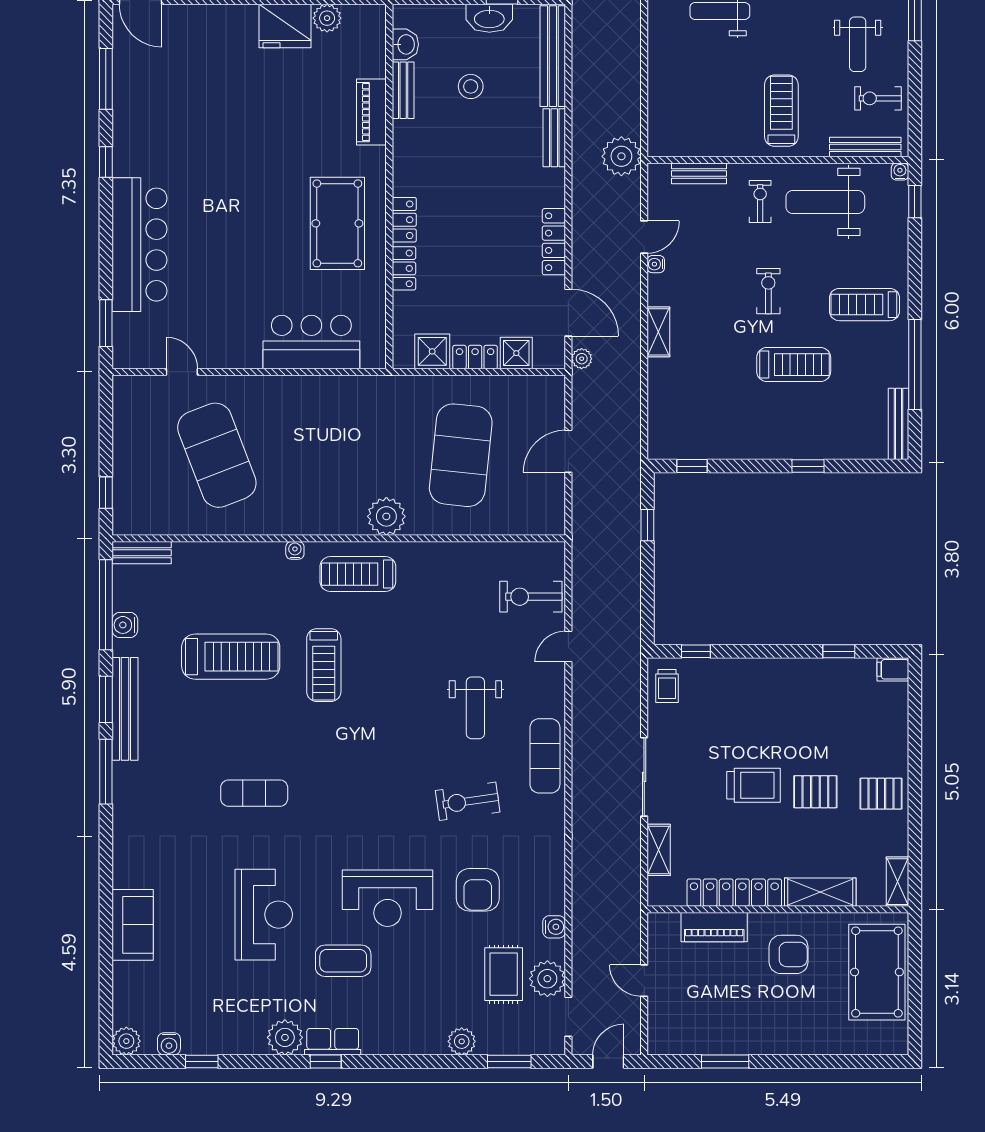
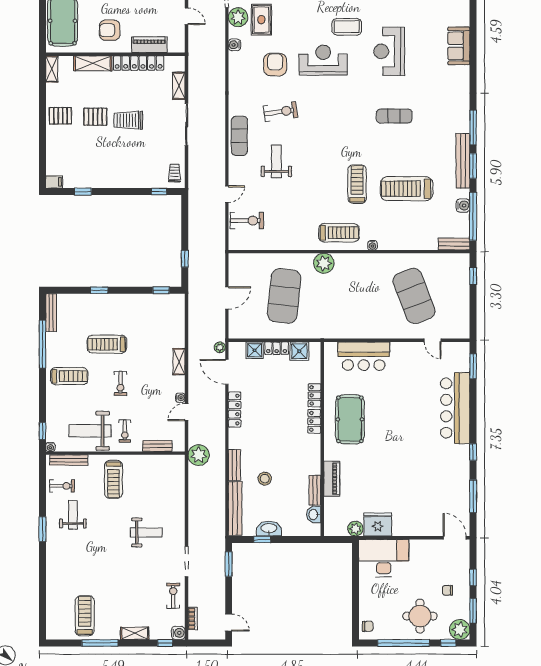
stool: (471, 86) -> (265, 479), moved
weight bench: (825, 202) -> (90, 431), turned 180

